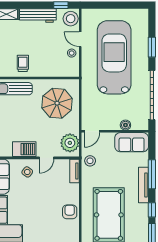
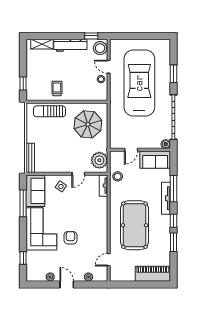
boiler: (125, 125) -> (166, 144), moved
door: (92, 131) -> (131, 150), moved
barbecue: (24, 149) -> (58, 166), removed
armchair: (70, 212) -> (70, 238), moved

